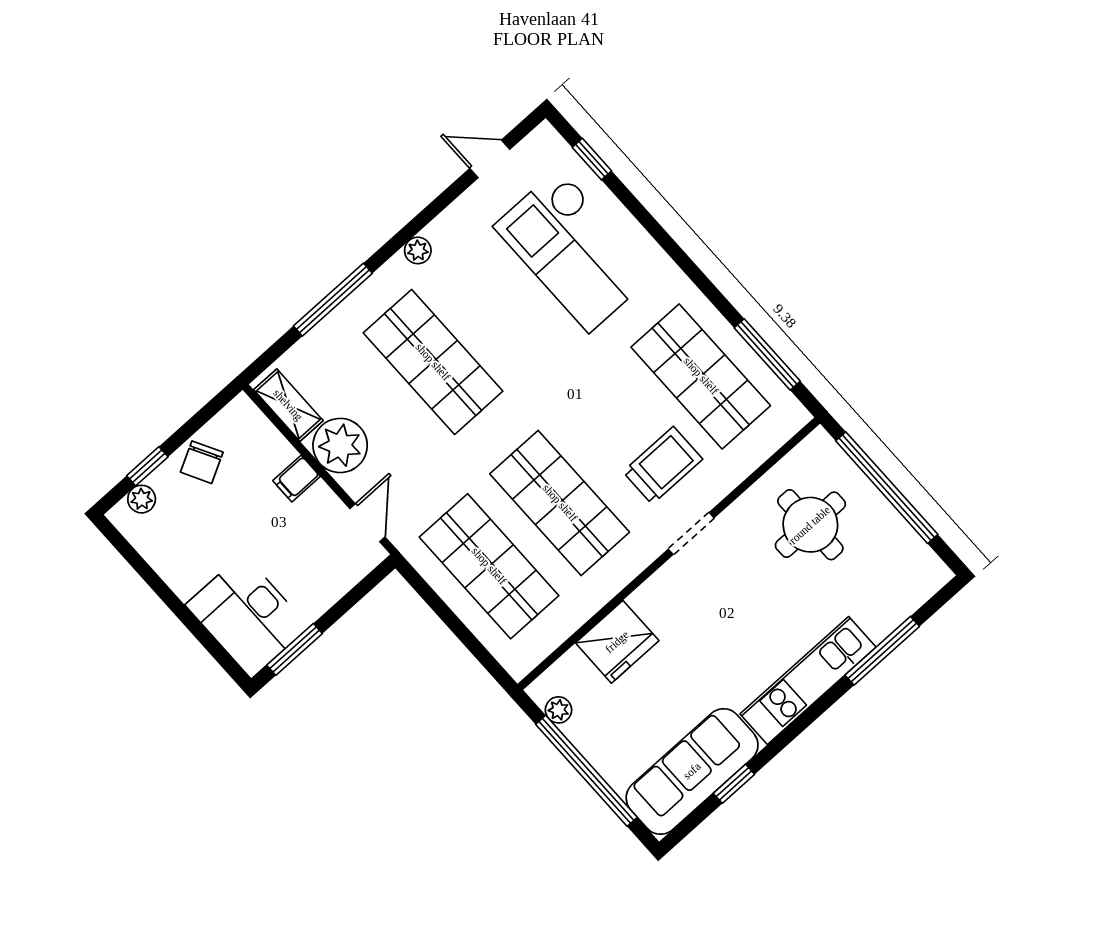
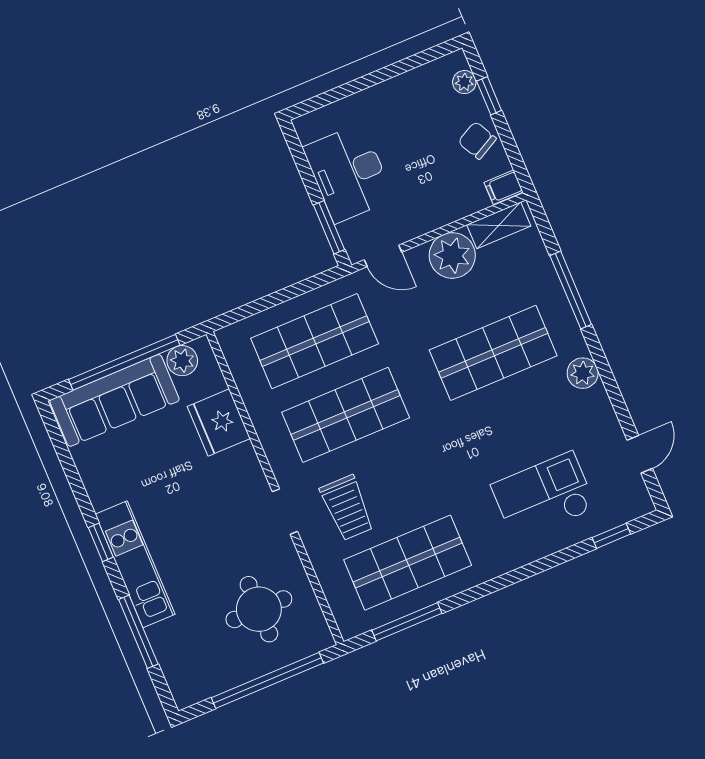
plant: (418, 250) -> (583, 373), width x1.38, depth x1.38
checkout: (574, 250) -> (544, 496), width x0.73, depth x0.83
filing cabinet: (297, 479) -> (504, 187), moved, turned -90
desk: (247, 616) -> (348, 173), moved, turned -90
window: (295, 649) -> (329, 227), moved
plant: (558, 710) -> (182, 361), width x1.38, depth x1.38
sofa: (692, 771) -> (115, 400), moved, turned 90
window: (734, 784) -> (101, 542), moved

